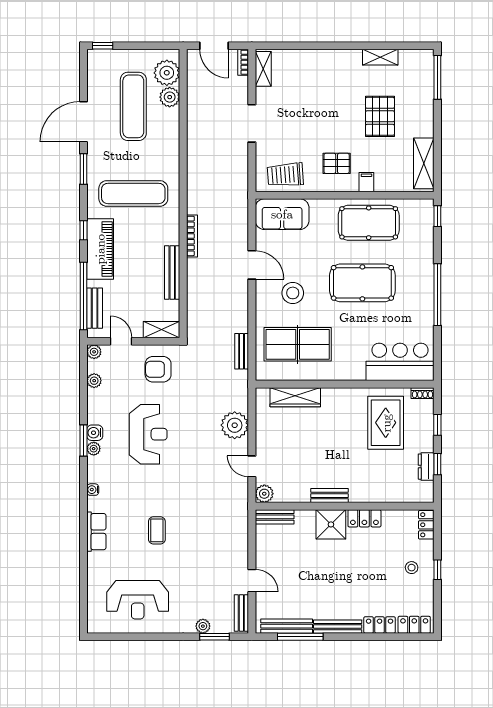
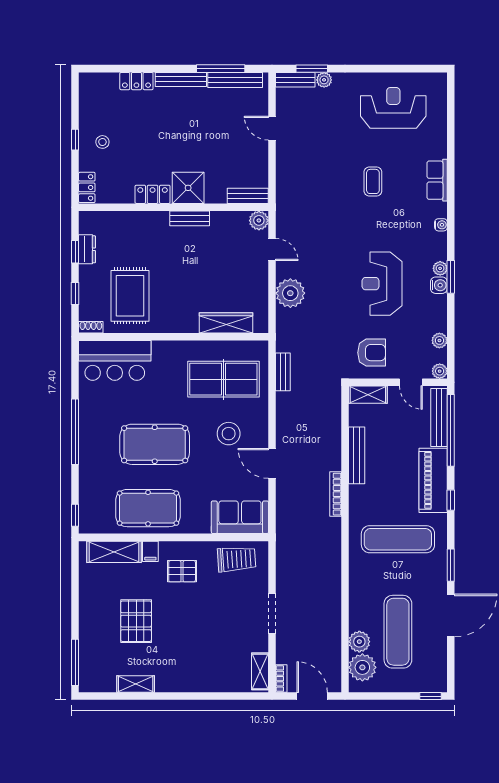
shelving: (424, 163) -> (114, 552), moved, turned 90
bench: (95, 308) -> (439, 417), width x1.36
bench: (241, 613) -> (295, 80), moved, turned 90
locker: (414, 625) -> (100, 81), removed

